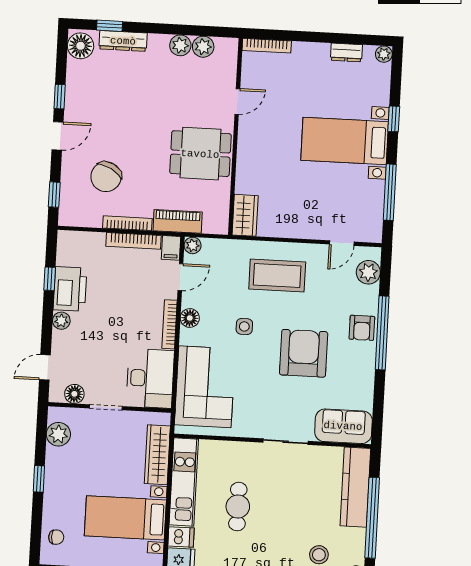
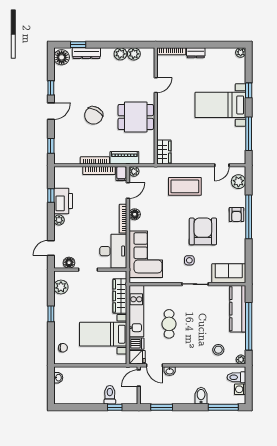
dresser: (346, 52) -> (196, 53), moved
chair: (106, 177) -> (94, 115), moved
side table: (244, 326) -> (189, 260), moved

